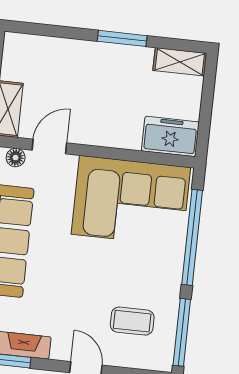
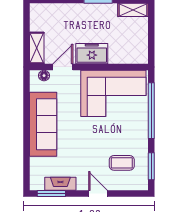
freezer: (170, 136) -> (92, 54), moved
window: (182, 332) -> (151, 166), width x0.69

